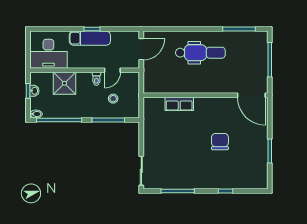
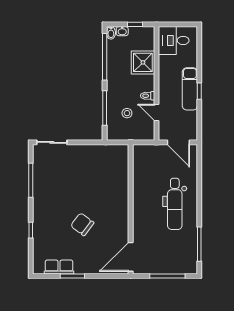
desk: (48, 54) -> (174, 40), width x0.73
washbasin: (34, 91) -> (122, 31), moved
row of seats: (179, 104) -> (59, 267), moved, turned 90
chair: (220, 142) -> (82, 224), turned -143

